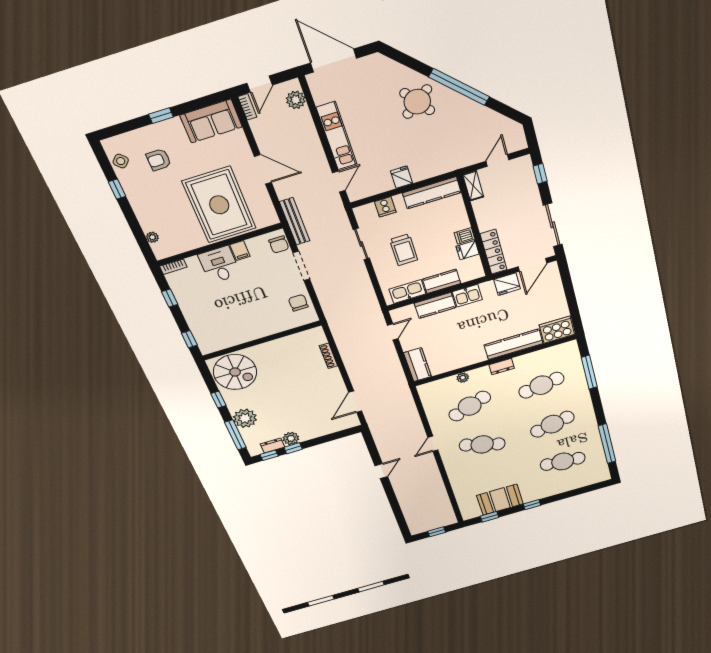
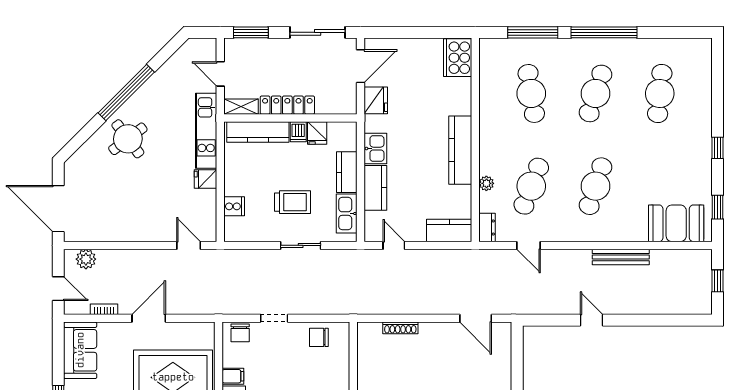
door: (334, 61) -> (58, 209), hinge flipped
bookcase: (247, 107) -> (104, 309), moved
kitchen unit: (337, 136) -> (206, 131), moved, turned -90
window: (540, 174) -> (251, 32), width x1.50
kitchen counter: (432, 193) -> (258, 132), moved, turned 90
bench: (295, 221) -> (621, 257), moved
sliding door: (361, 244) -> (301, 245), moved
chair: (279, 245) -> (240, 333), turned 90
locker: (494, 252) -> (287, 105), moved
door: (532, 265) -> (361, 66), hinge flipped
doorway: (301, 266) -> (274, 318), width x0.73
kitchen counter: (514, 344) -> (460, 150), moved
dresser: (502, 367) -> (487, 228), moved
cafe table: (470, 406) -> (531, 186), turned 42
cafe table: (552, 424) -> (596, 93), turned 30
door: (433, 444) -> (529, 245), moved
window: (607, 444) -> (604, 32), moved
booth: (500, 500) -> (676, 223), moved, turned 90

